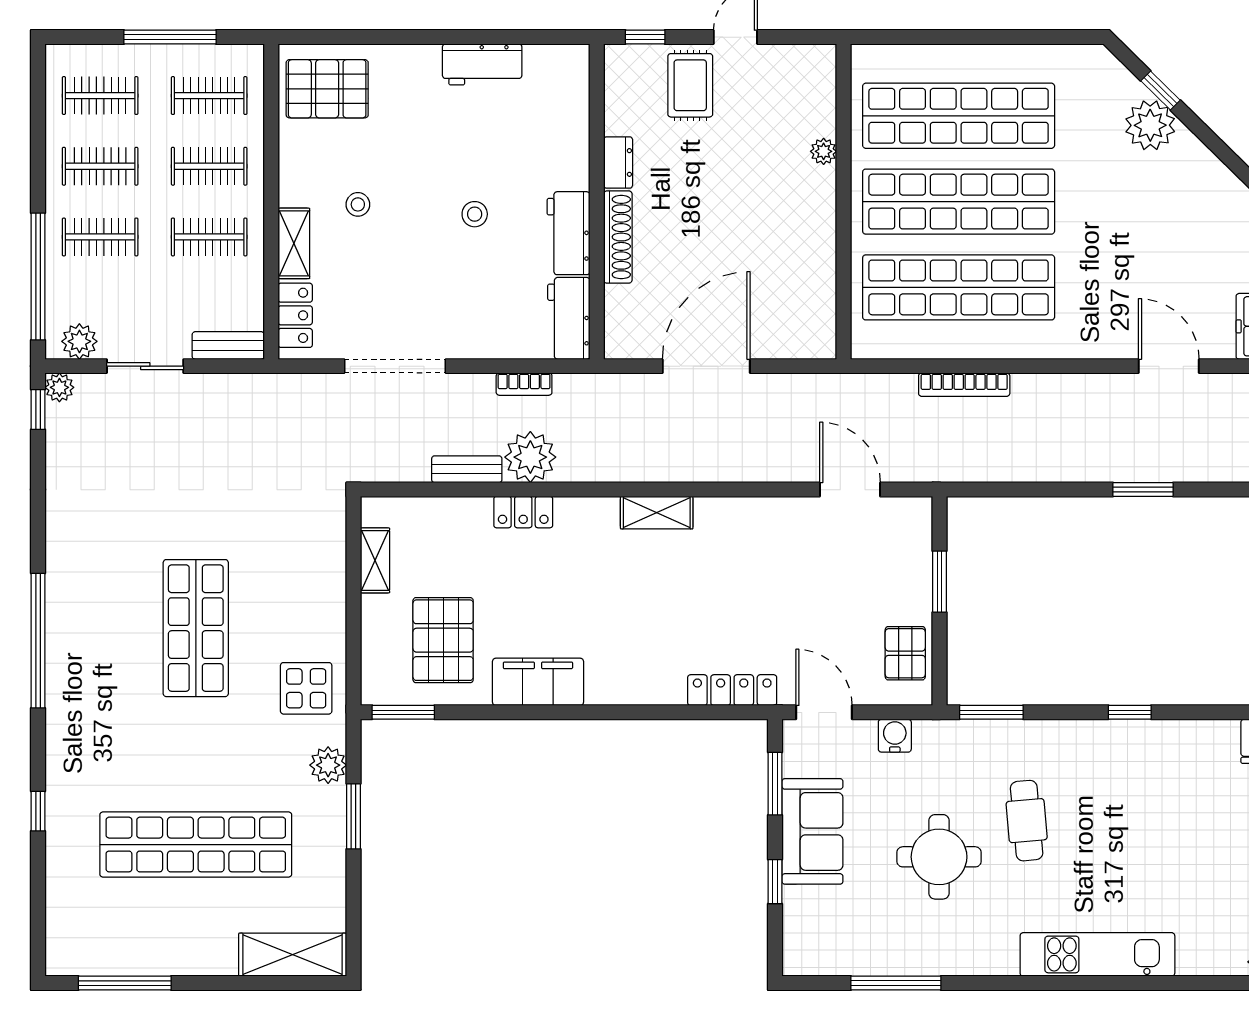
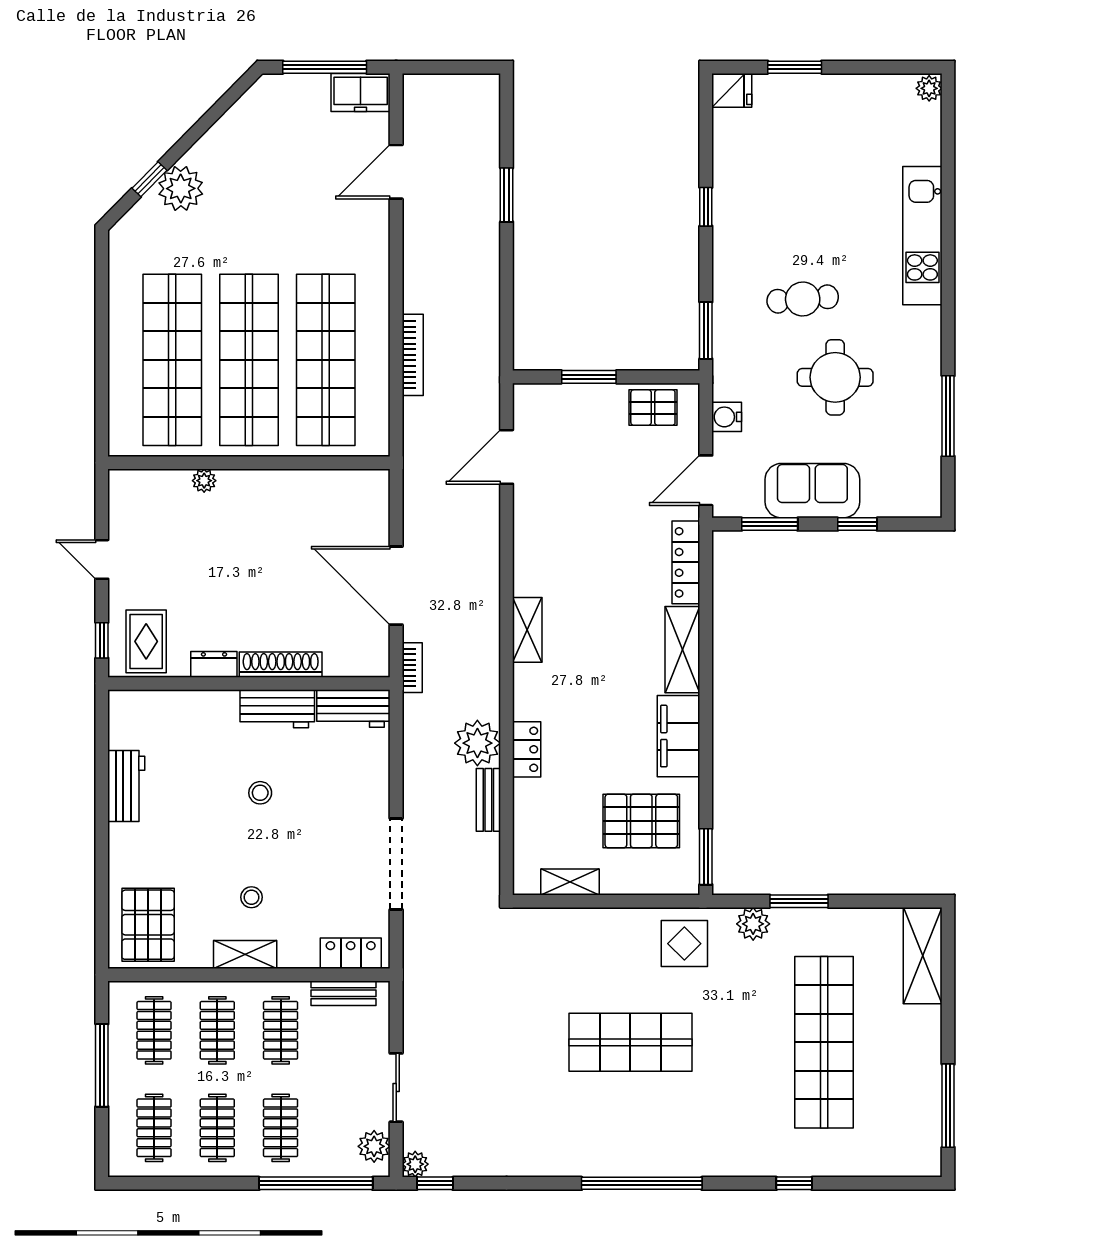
rug: (690, 85) -> (146, 641), moved, turned 90
shelving: (294, 243) -> (245, 954), moved
bench: (228, 345) -> (343, 993), moved, turned 90
bookcase: (524, 384) -> (412, 668), moved
shelving: (635, 686) -> (682, 650), added

